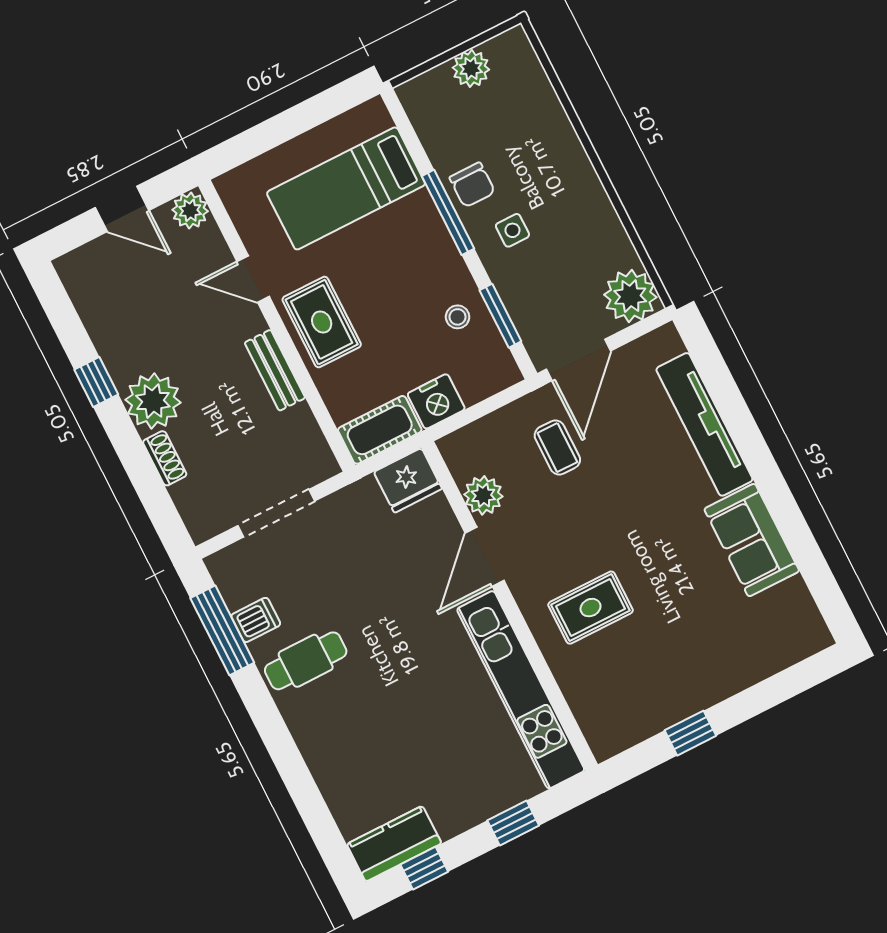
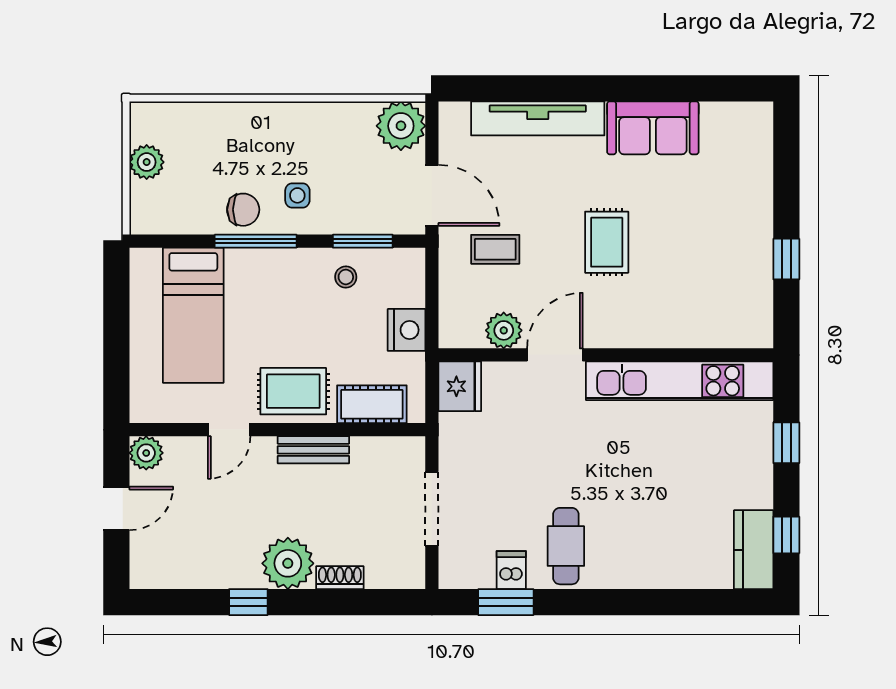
cot: (380, 430) -> (372, 404), moved, turned 90
door: (485, 557) -> (555, 355), swing flipped
rug: (590, 608) -> (607, 242), moved
window: (222, 630) -> (506, 602), width x0.69

